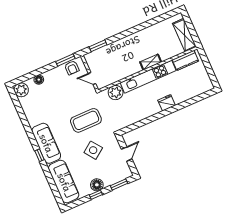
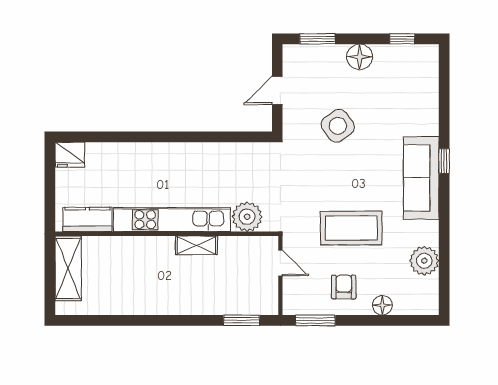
shelving: (151, 62) -> (196, 245), moved
armchair: (72, 68) -> (344, 287), moved
plant: (21, 90) -> (424, 261), moved
fridge: (167, 103) -> (70, 155), moved
coffee table: (86, 120) -> (351, 228), moved
sofa: (64, 182) -> (420, 91), removed
window: (96, 195) -> (402, 39), moved

